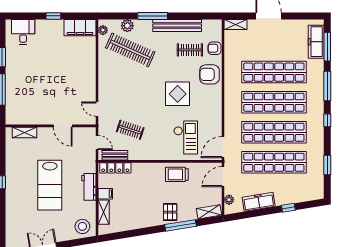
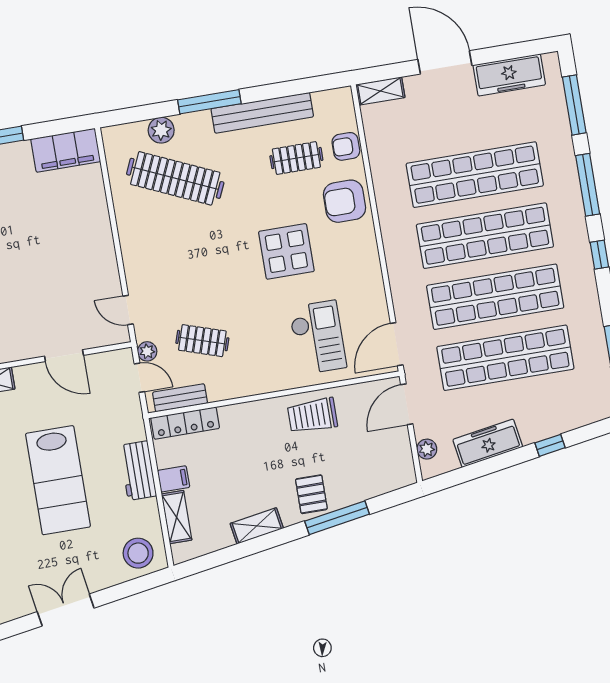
plant: (103, 30) -> (147, 351), moved
freezer: (316, 42) -> (509, 75), moved, turned -90
shelving: (209, 212) -> (257, 526), moved

